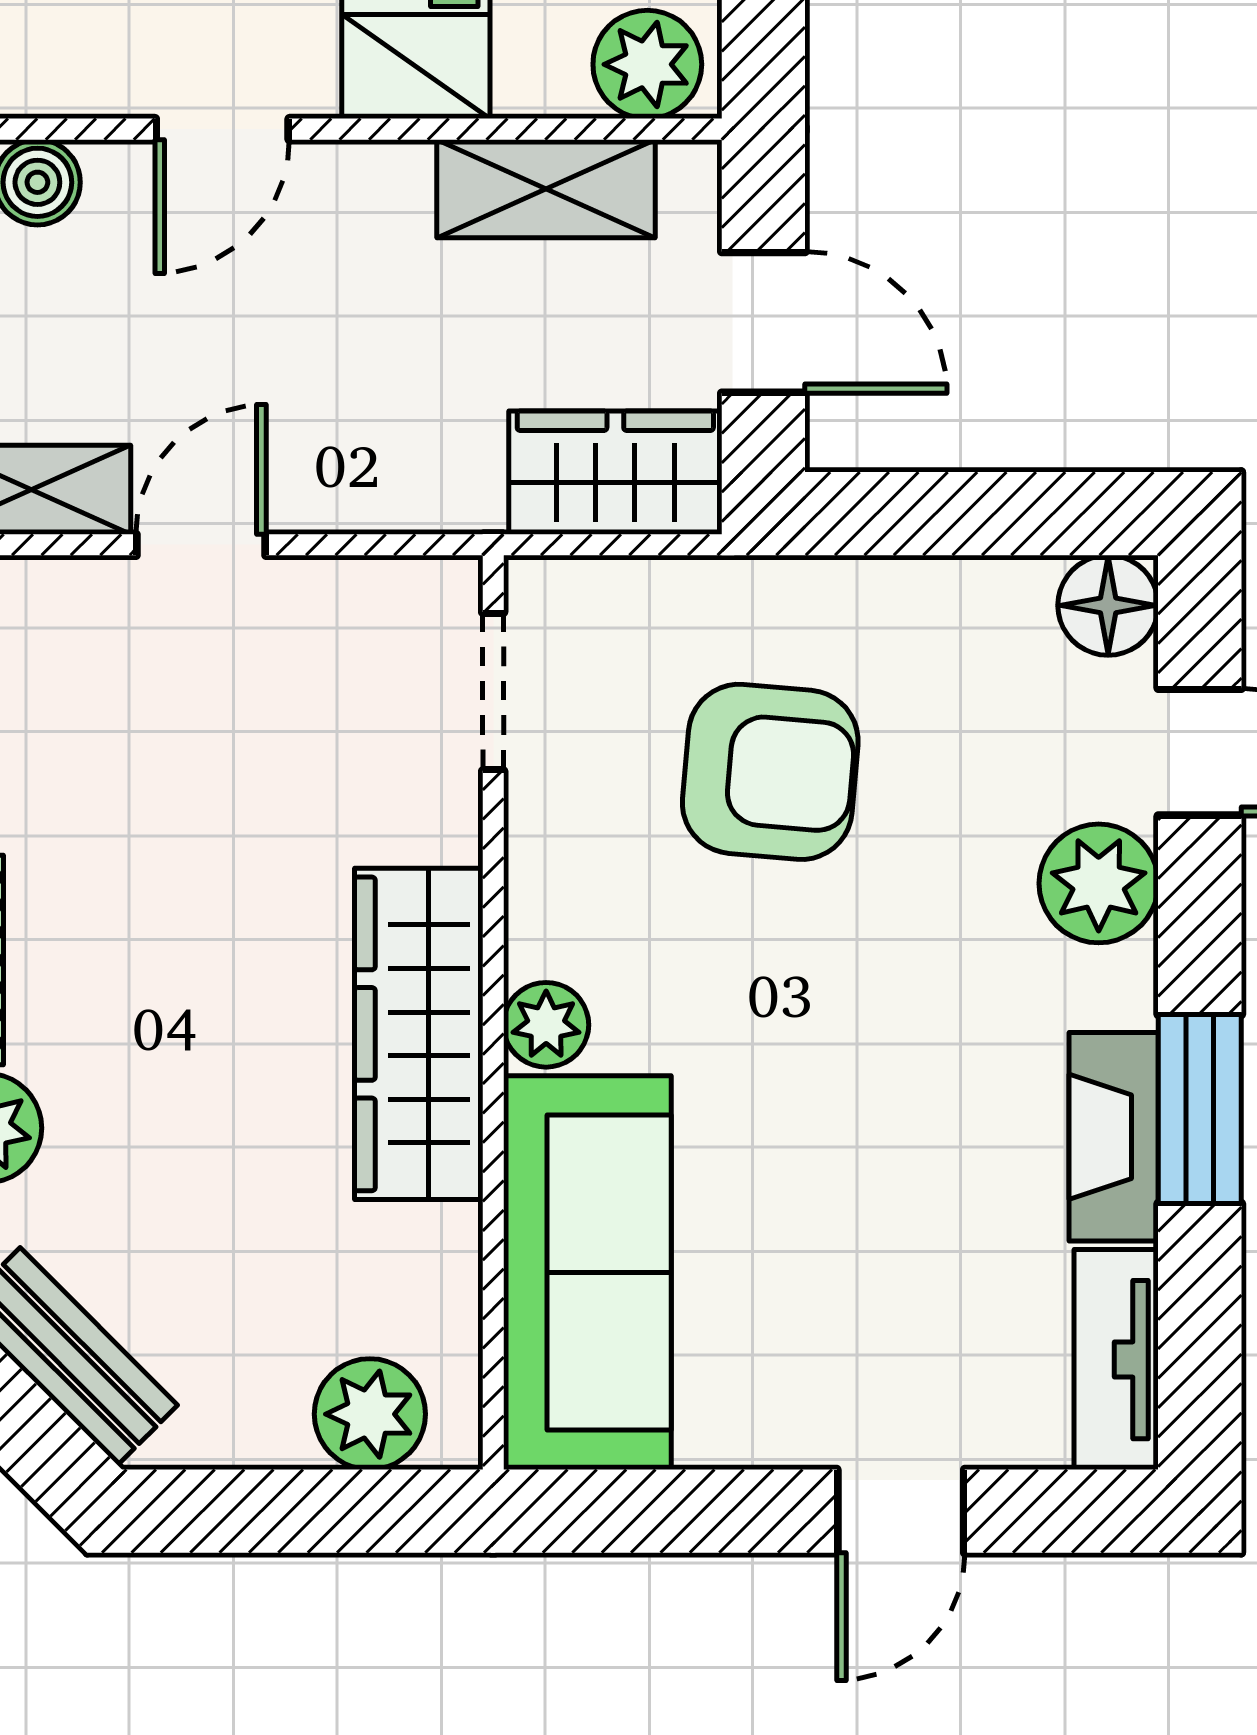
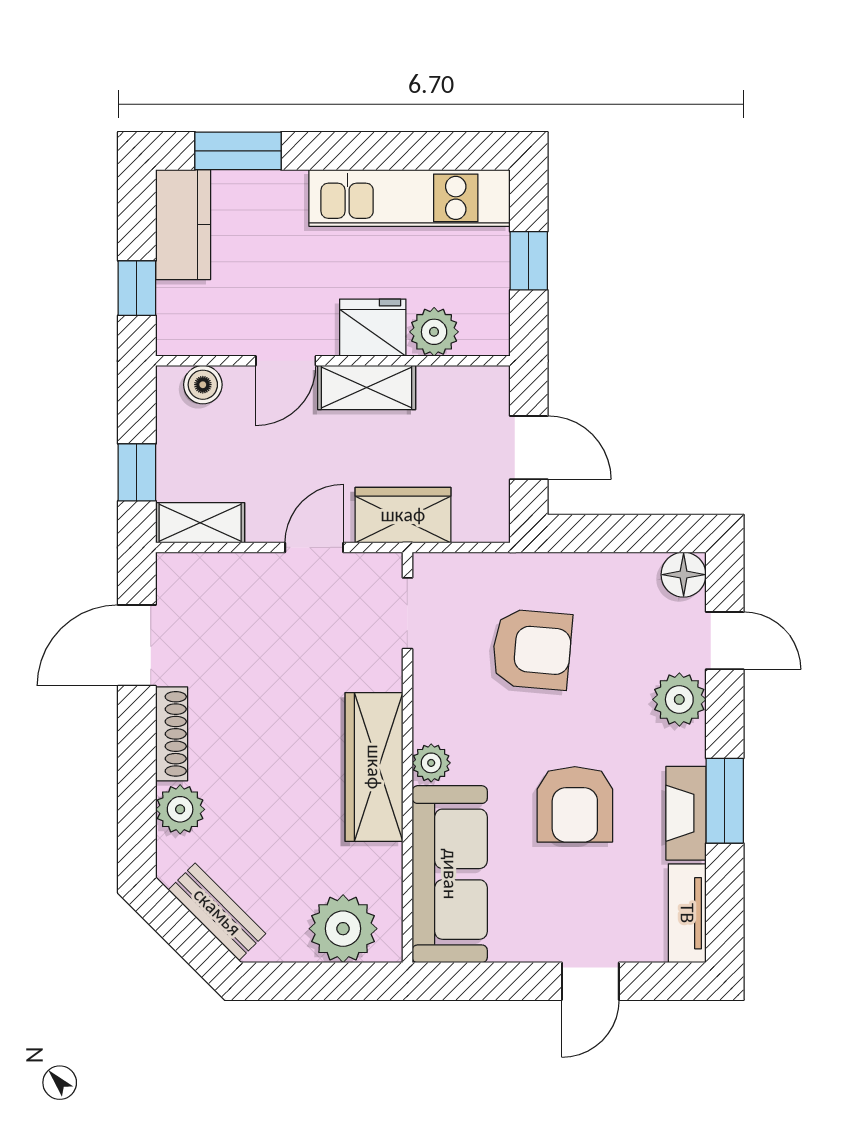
plant: (647, 64) -> (434, 332), moved
shelving: (546, 189) -> (367, 388), moved
wardrobe: (615, 473) -> (403, 515), moved
door: (201, 545) -> (314, 547), moved
armchair: (866, 1117) -> (575, 804), added
plant: (370, 1414) -> (343, 929), width x1.36, depth x1.36

